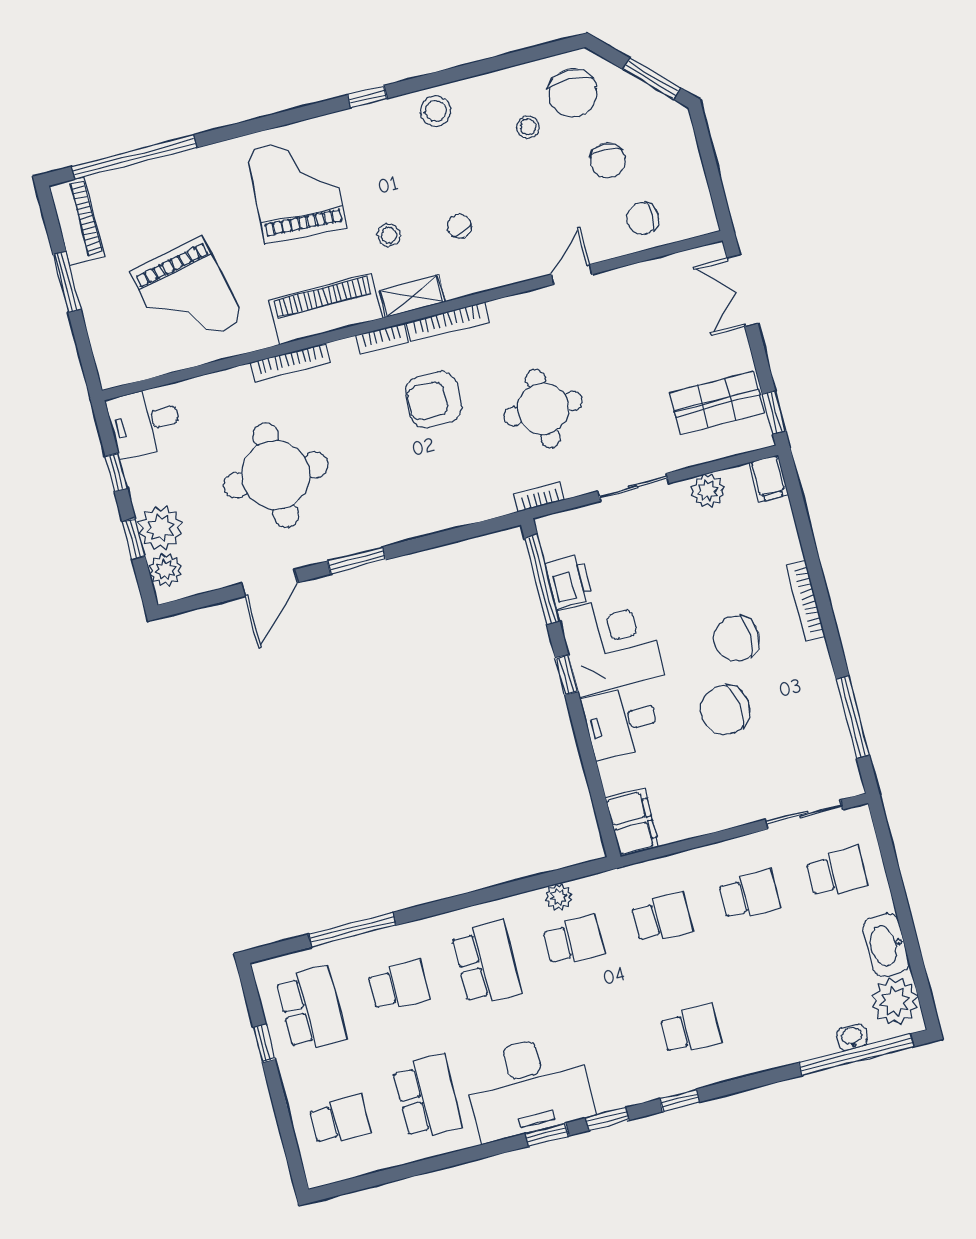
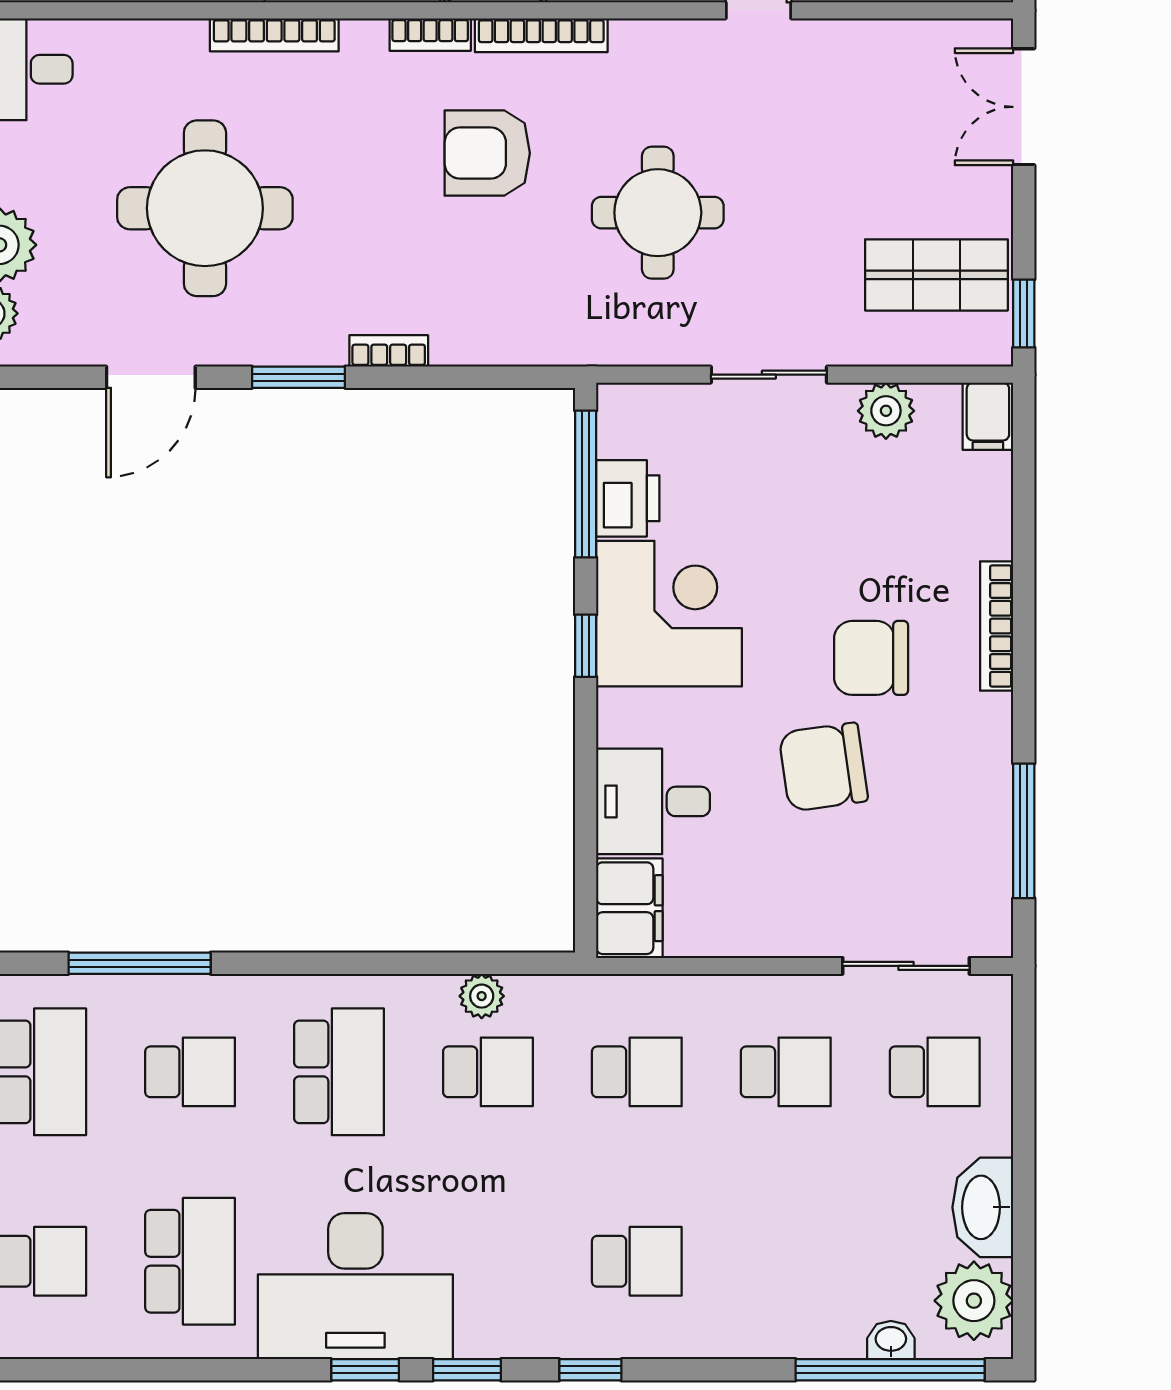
bookcase: (539, 497) -> (389, 351), moved
desk: (621, 722) -> (653, 801), moved

